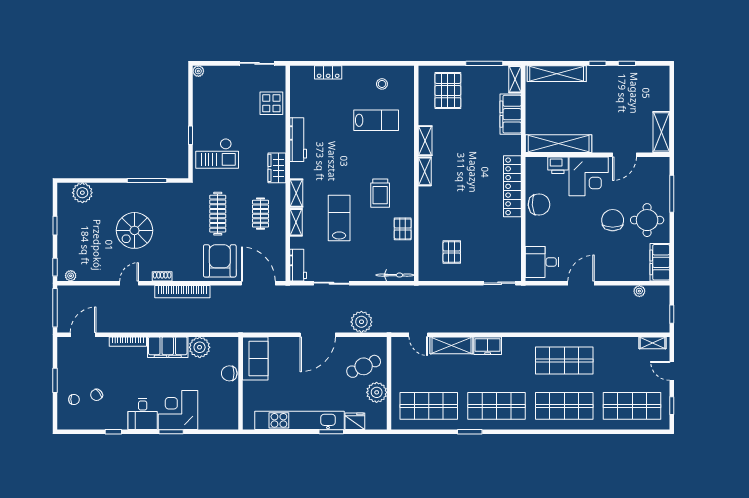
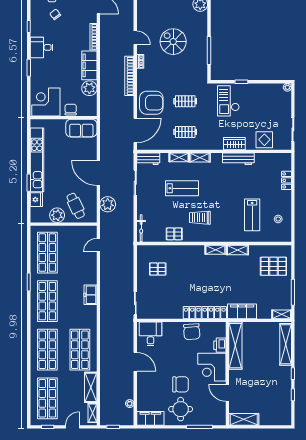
filing cabinet: (511, 114) -> (242, 311), moved
wardrobe: (277, 168) -> (234, 144), moved
clothes rail: (218, 214) -> (185, 101), width x0.73
shelving: (451, 345) -> (91, 387), moved
corner desk: (178, 410) -> (46, 102), moved, turned -90

